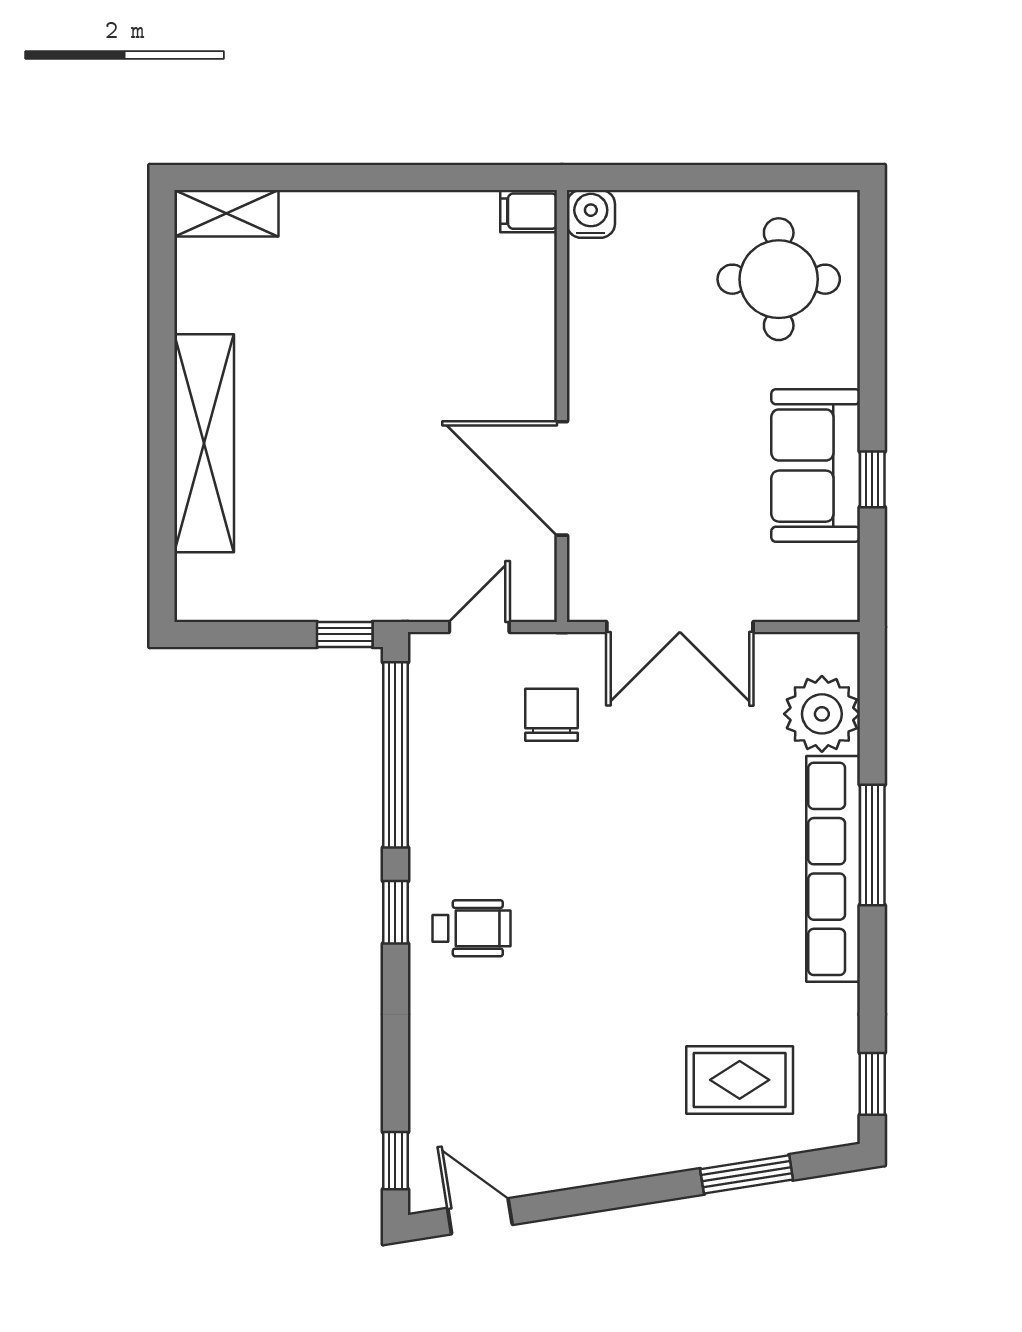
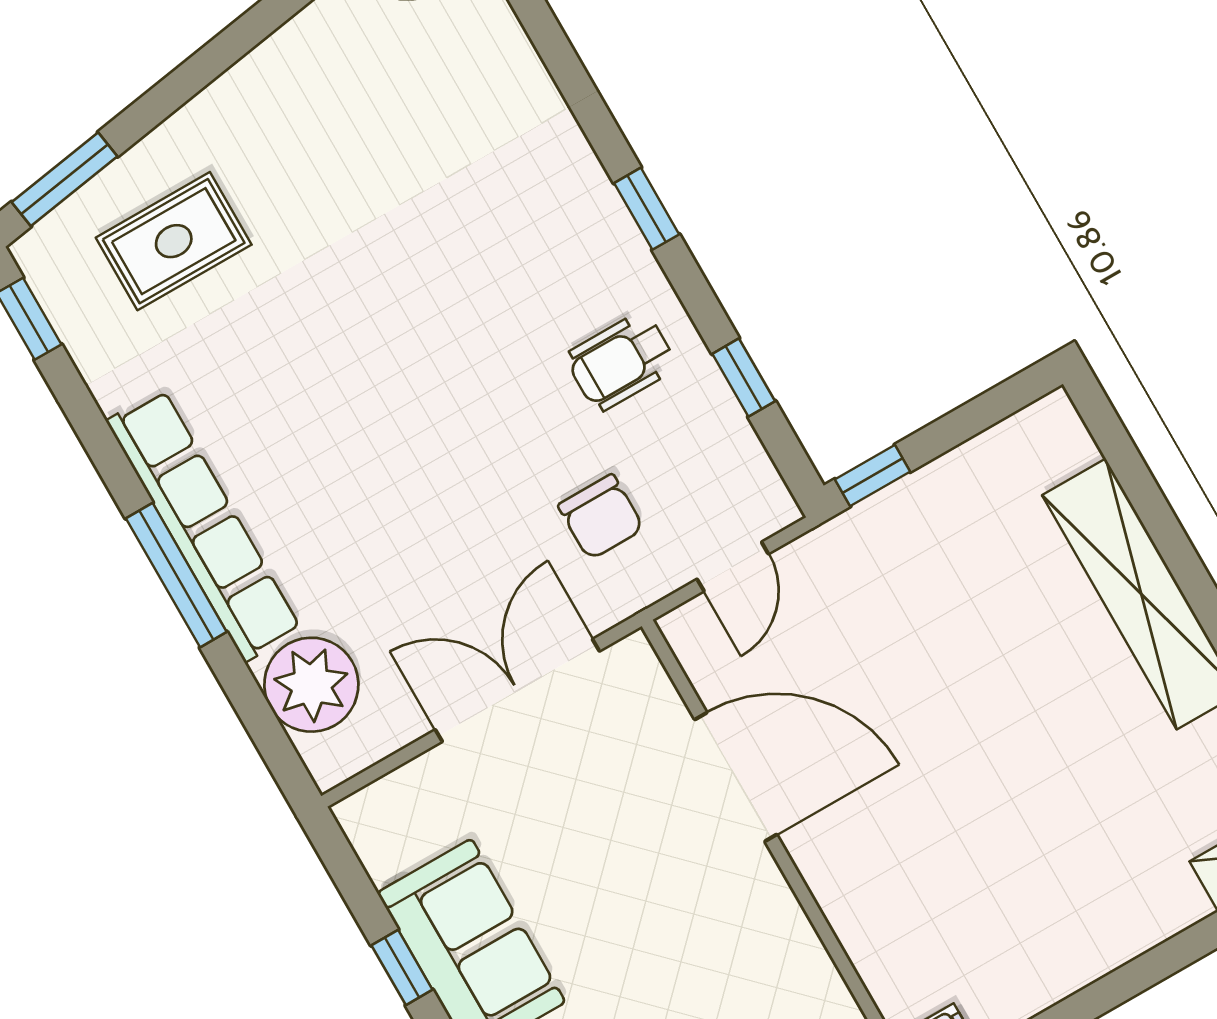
window: (395, 755) -> (744, 377), width x0.32
wheelchair: (472, 928) -> (621, 361), moved
window: (747, 1174) -> (65, 179), moved

